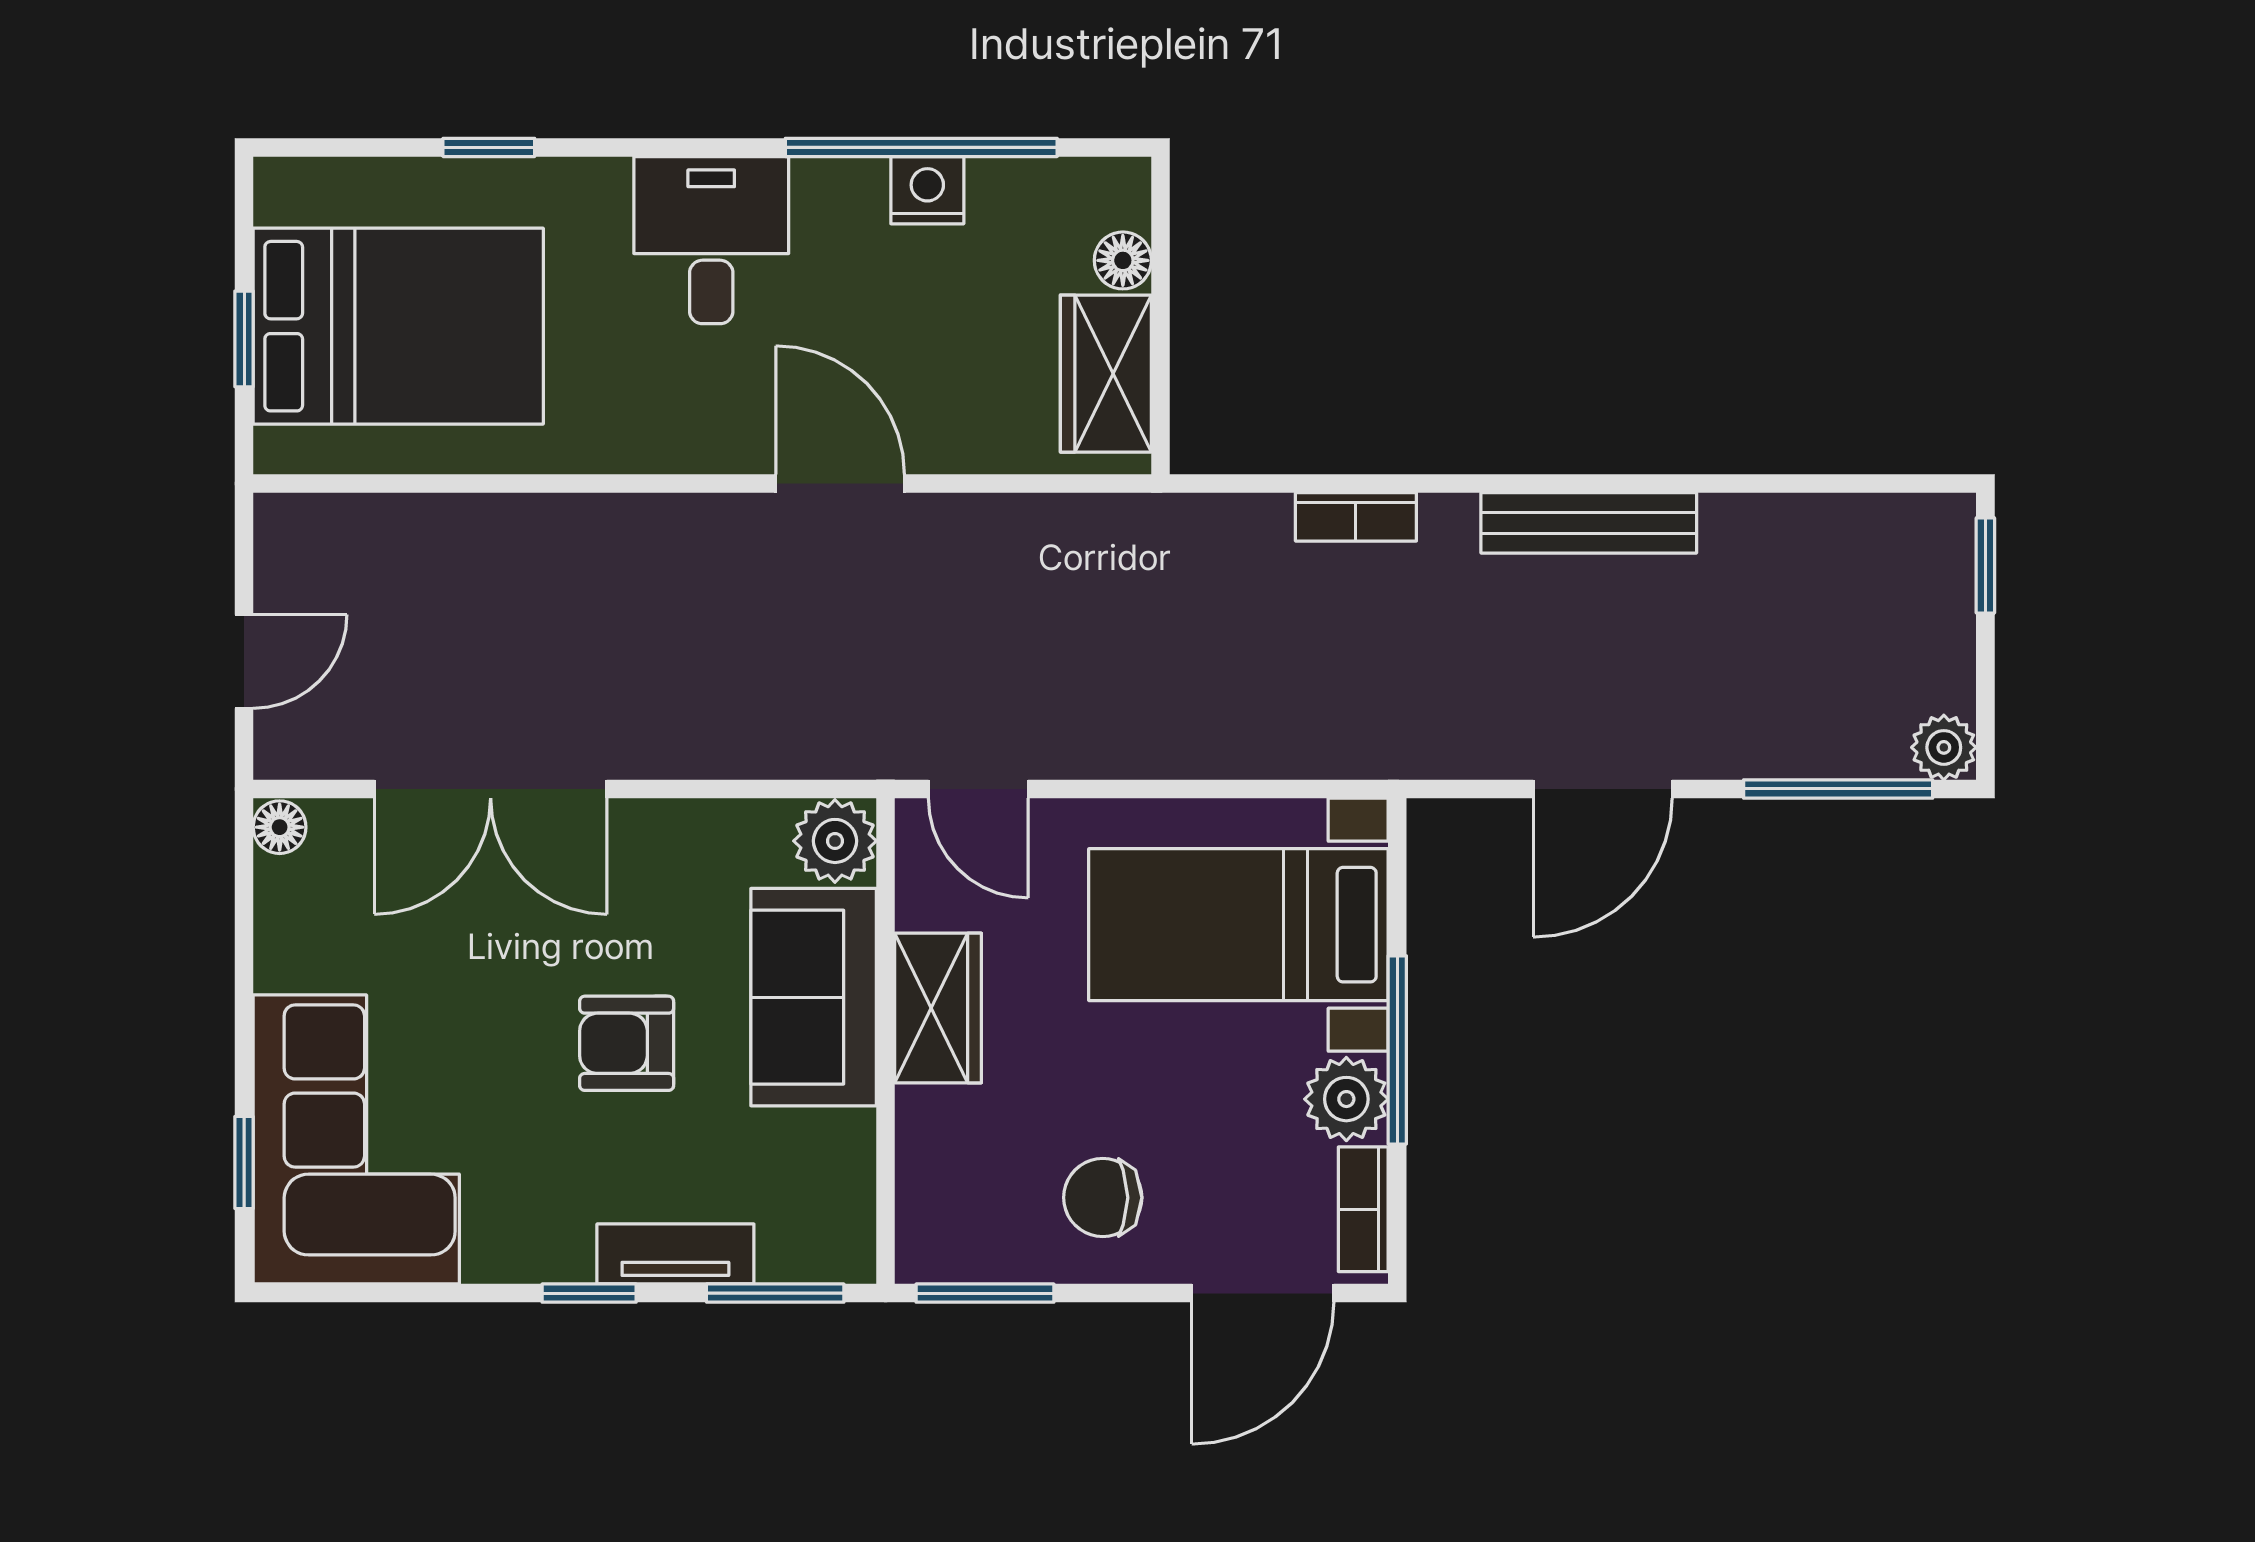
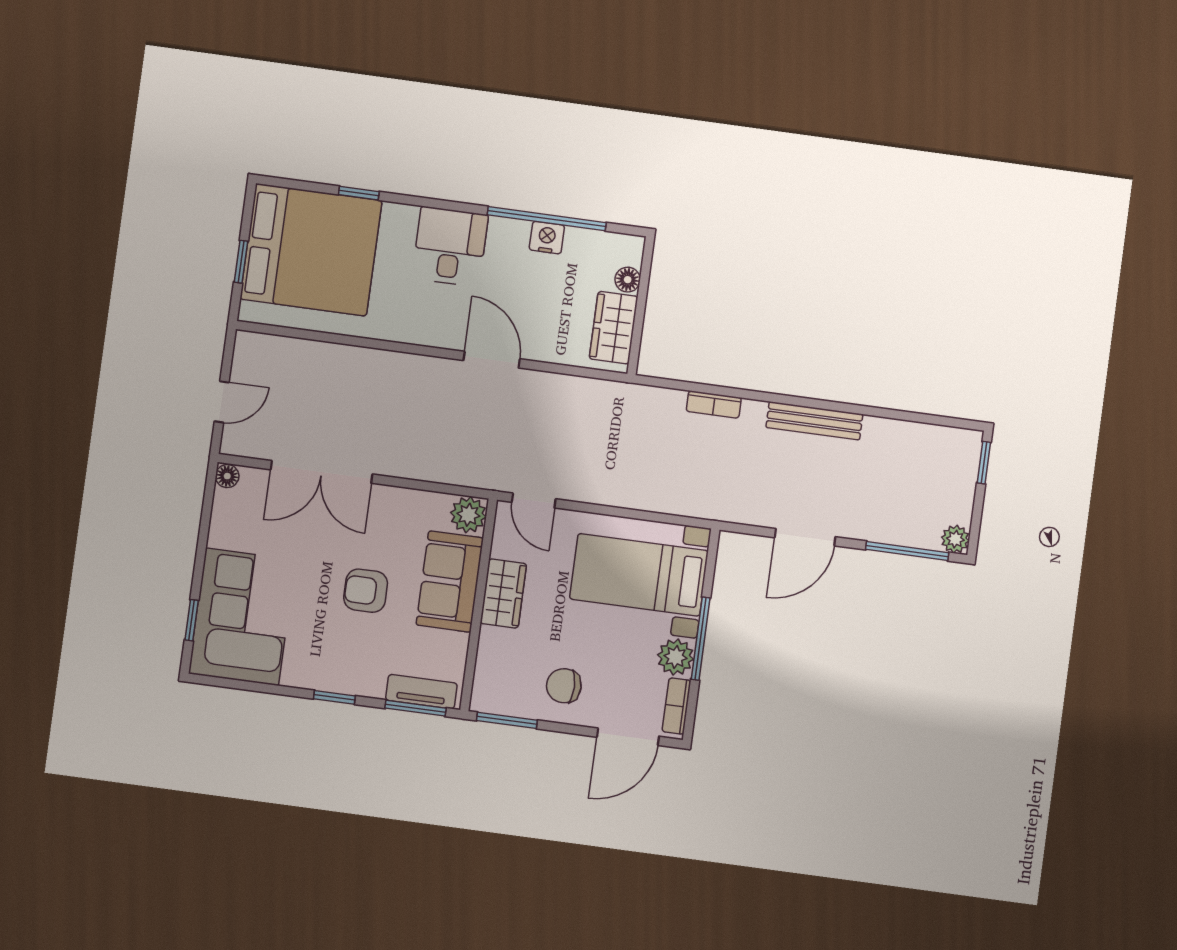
bed: (398, 326) -> (311, 250), width x1.36
tv unit: (675, 1254) -> (421, 692), moved

